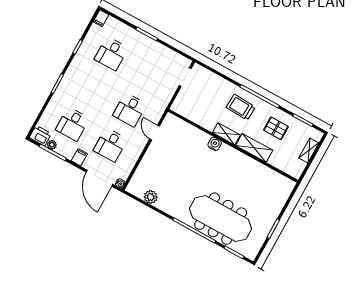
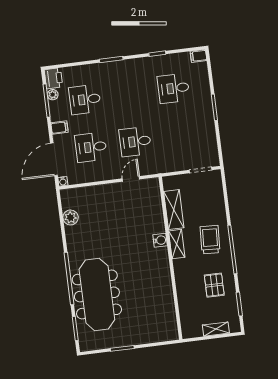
shelving: (254, 148) -> (174, 210), moved

